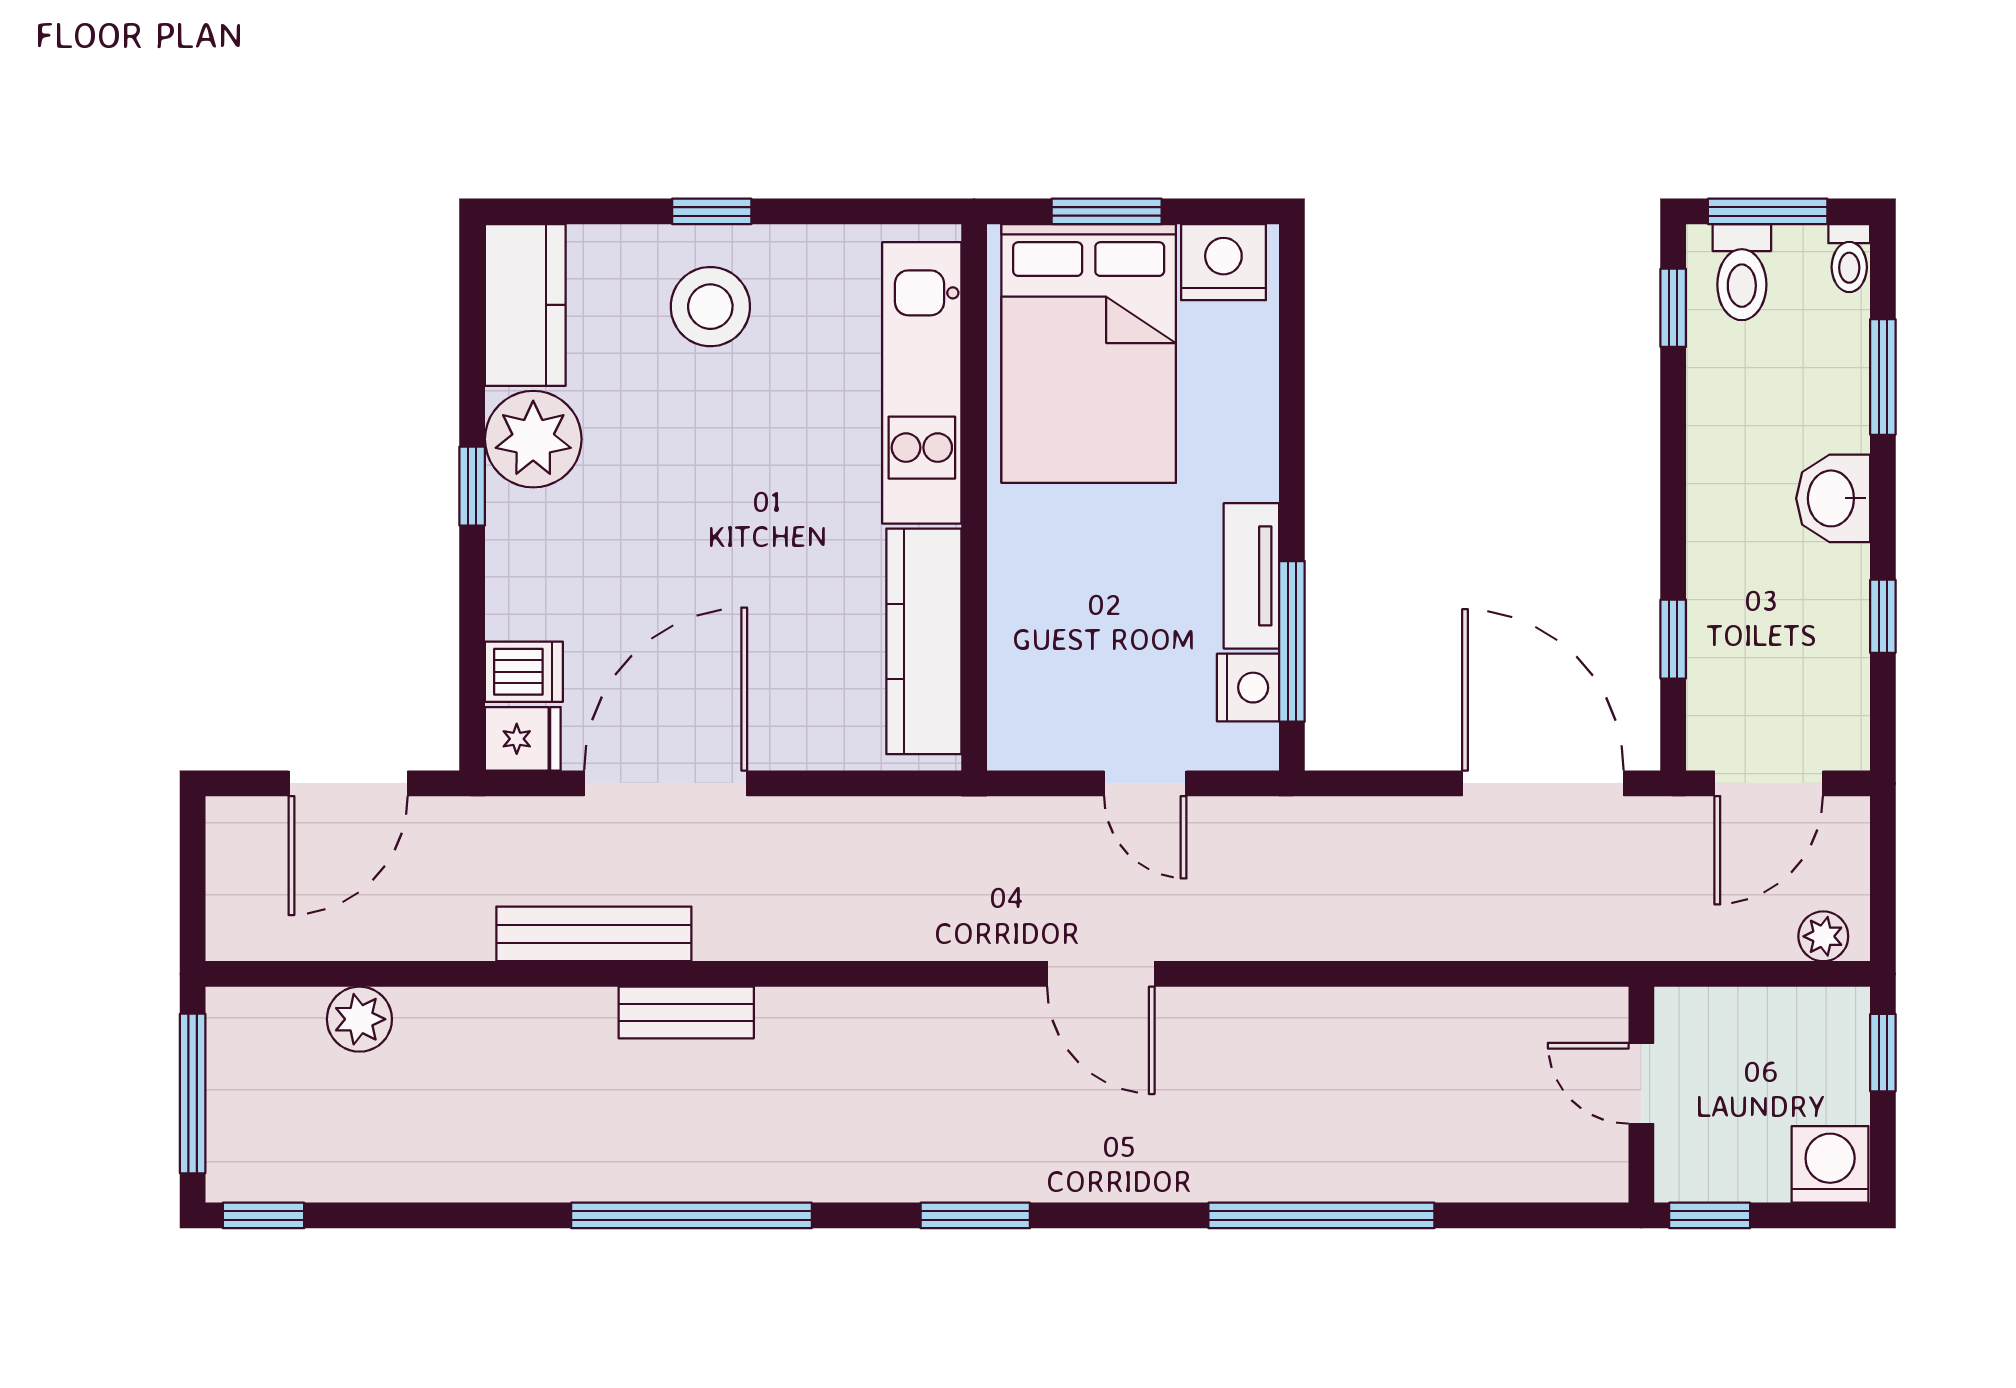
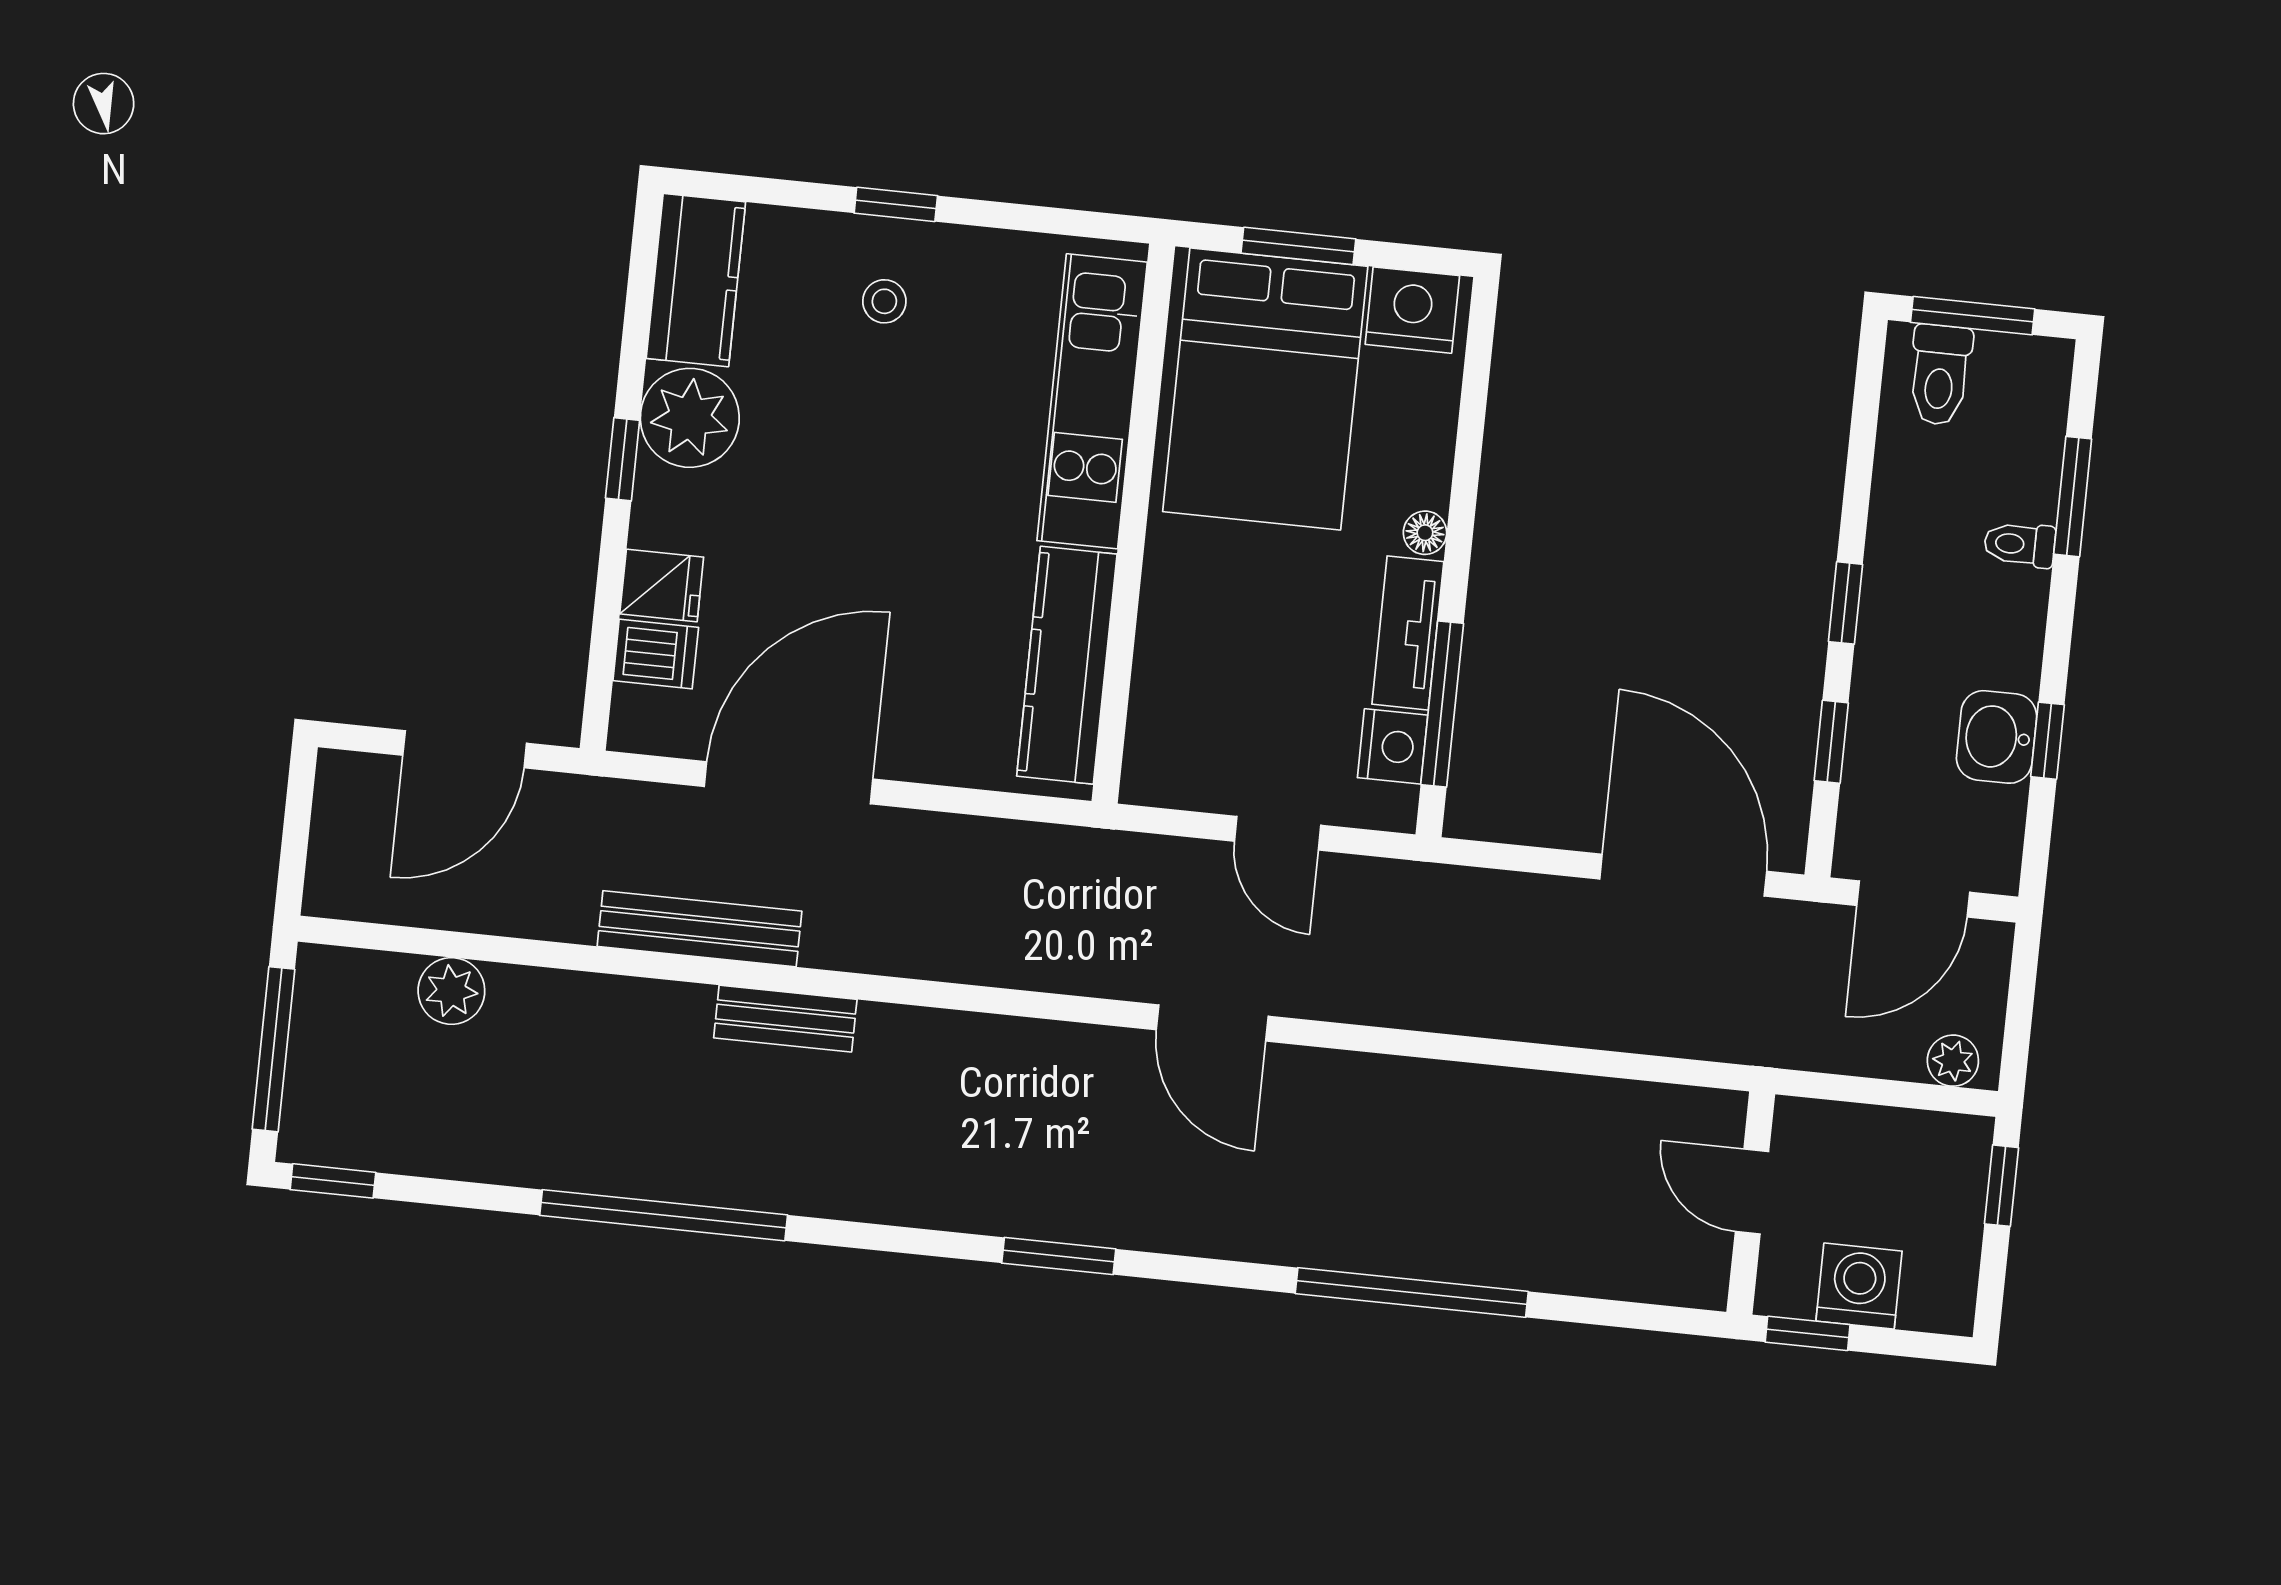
toilet: (1849, 258) -> (2020, 544), moved, turned 90
stool: (710, 307) -> (884, 301), width x0.53, depth x0.53
window: (1673, 308) -> (1846, 603), moved
floor lamp: (1258, 477) -> (1425, 533), added
washbasin: (1833, 498) -> (1997, 737), moved
fridge: (523, 739) -> (662, 586), moved
washing machine: (1830, 1164) -> (1859, 1286), moved
window: (691, 1215) -> (664, 1215), moved

